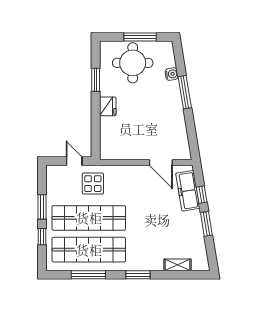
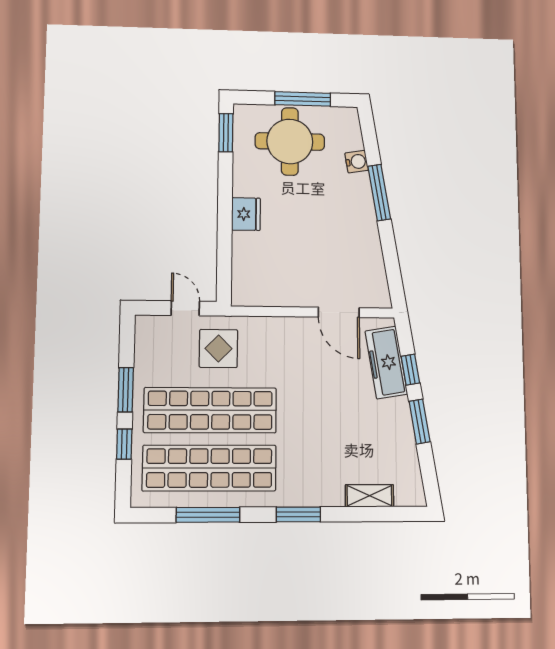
window: (96, 80) -> (226, 133), moved

